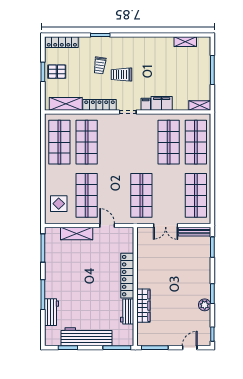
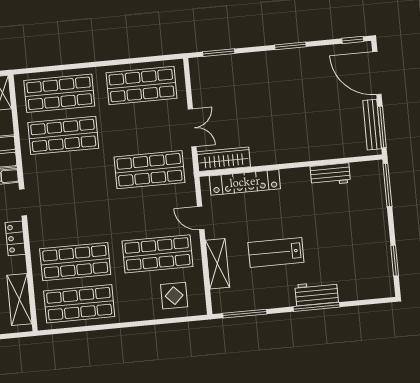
locker: (100, 105) -> (15, 238), width x0.66
door: (107, 225) -> (201, 218), hinge flipped
bench: (195, 232) -> (372, 125), moved
lab bench: (80, 272) -> (276, 252), added
locker: (127, 276) -> (245, 182), moved
plant: (205, 305) -> (309, 56), removed
wardrobe: (143, 306) -> (224, 159), moved
workbench: (52, 312) -> (317, 293), moved
workbench: (86, 337) -> (375, 234), removed
door: (190, 348) -> (377, 73), width x1.88

